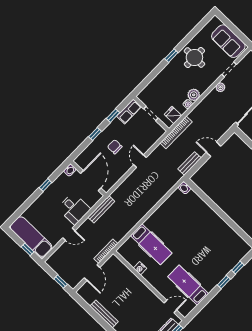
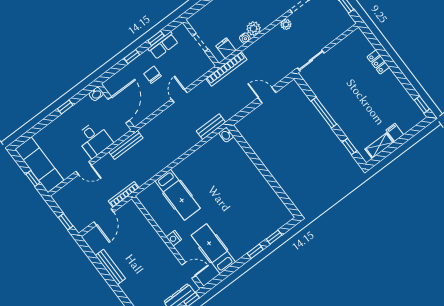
row of seats: (129, 111) -> (163, 45), moved
bench: (189, 163) -> (211, 127), moved
nightstand: (140, 268) -> (174, 238), moved

